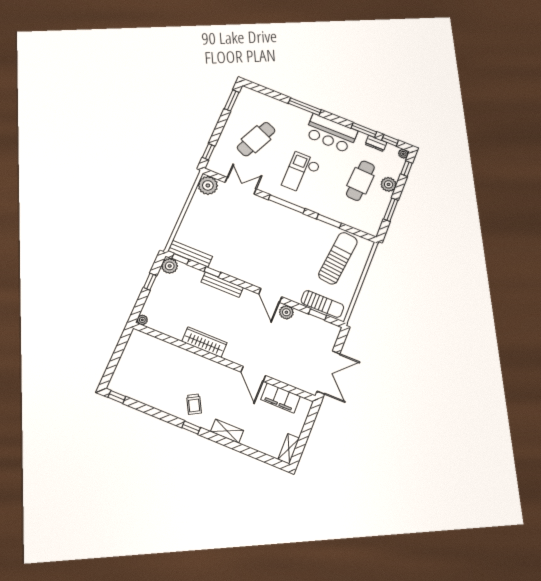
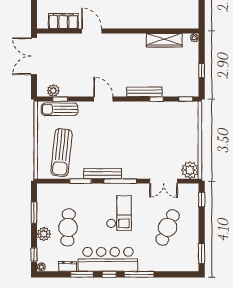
bar counter: (331, 133) -> (108, 259), width x1.36
window: (390, 140) -> (109, 274), moved
bench: (190, 254) -> (103, 174), moved
plant: (170, 266) -> (192, 90), removed
plant: (286, 312) -> (53, 91), moved
wardrobe: (204, 342) -> (164, 40), moved

